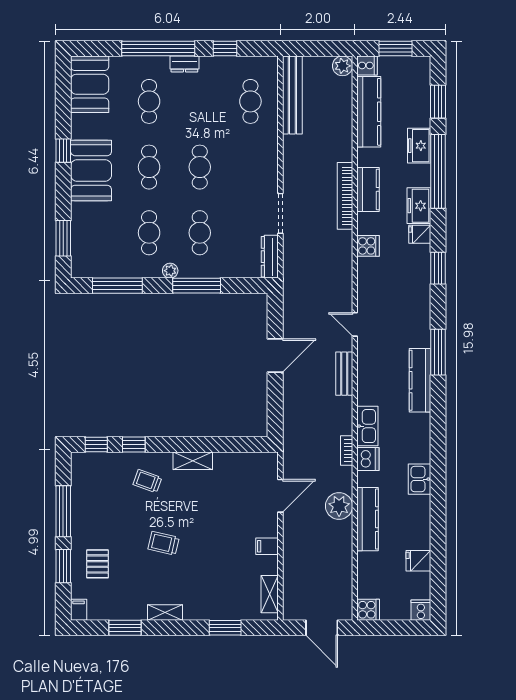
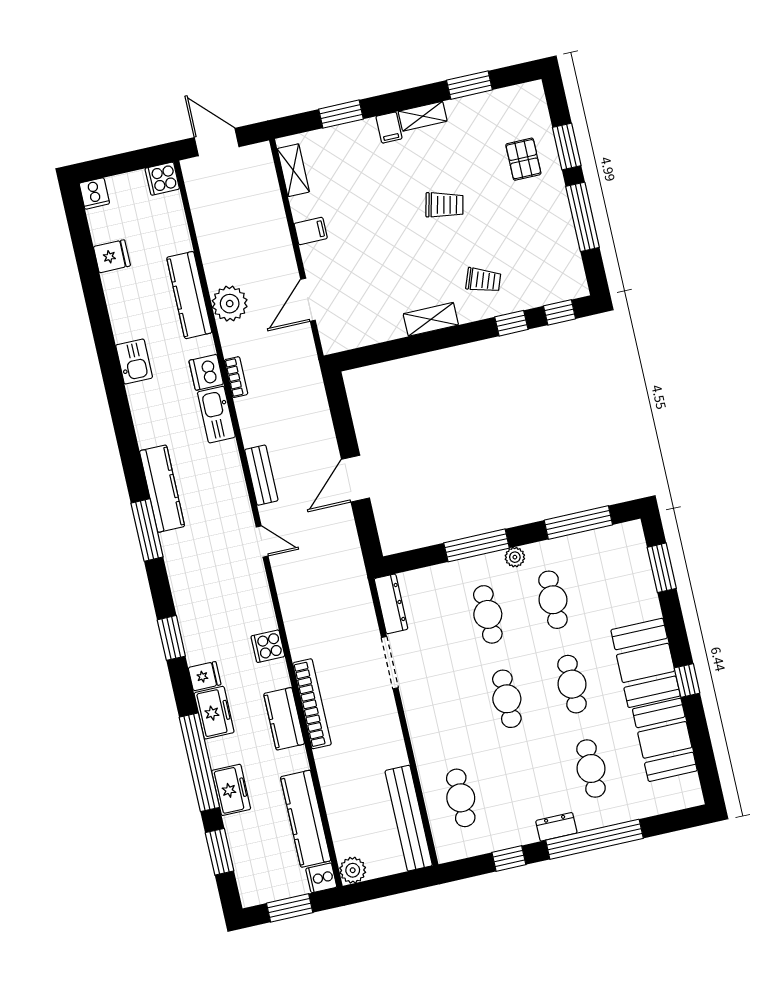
booth: (90, 84) -> (665, 740), moved
filing cabinet: (79, 610) -> (389, 128), moved

